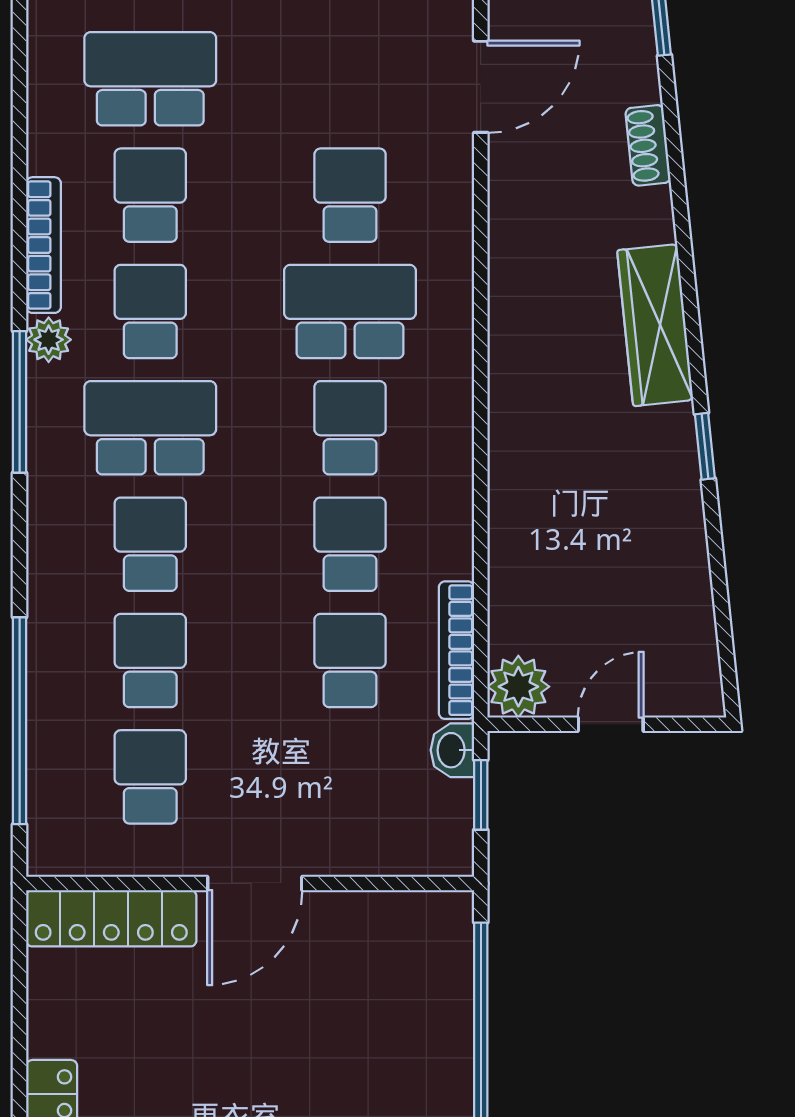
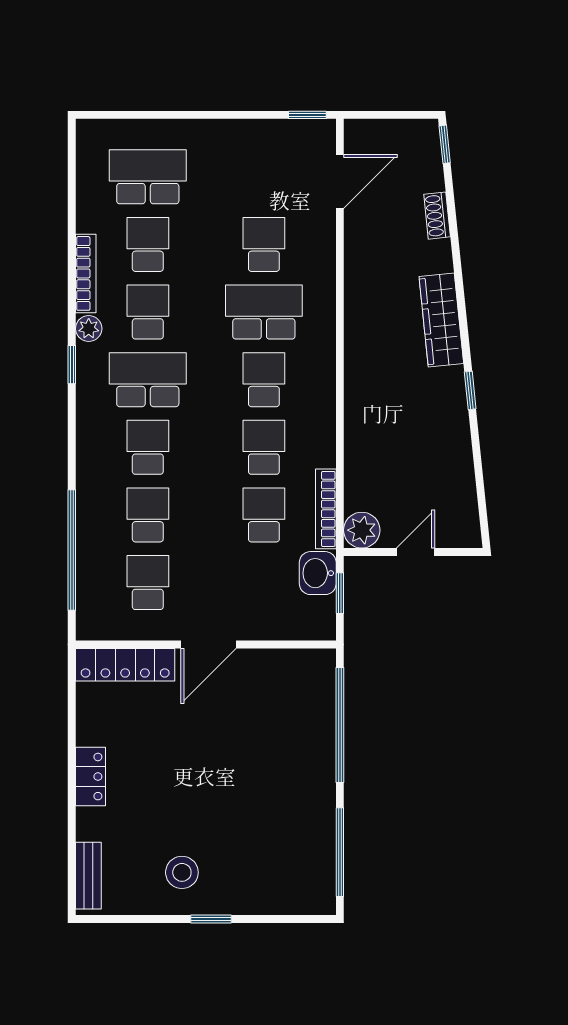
window: (20, 402) -> (72, 365), width x0.46
washbasin: (452, 750) -> (318, 573), width x1.38, depth x1.45

